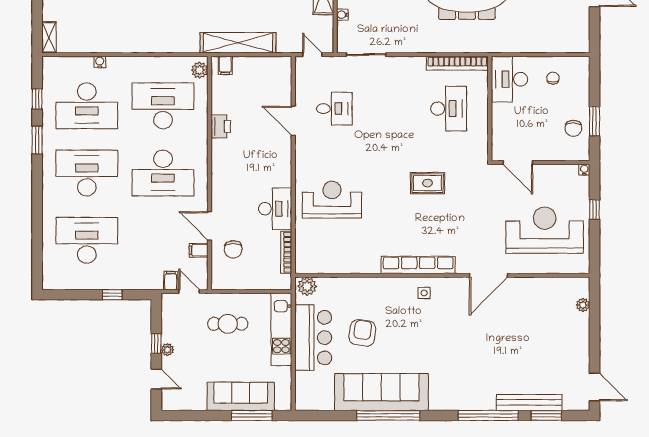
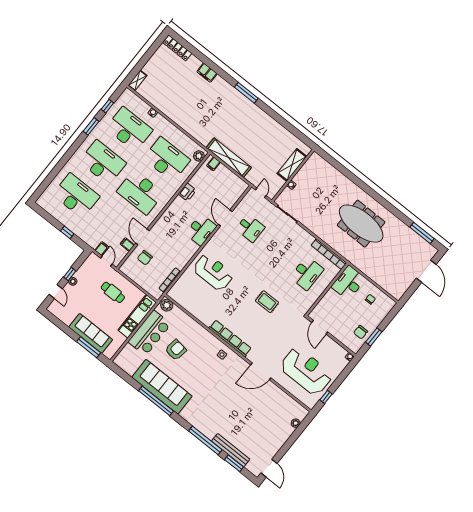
desk: (87, 106) -> (129, 129), turned 180
desk: (275, 209) -> (201, 230), moved
window: (594, 210) -> (326, 397), moved

